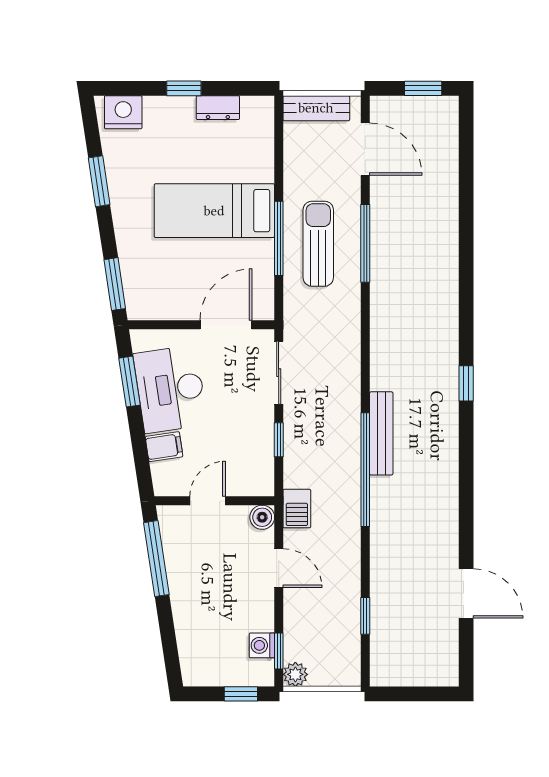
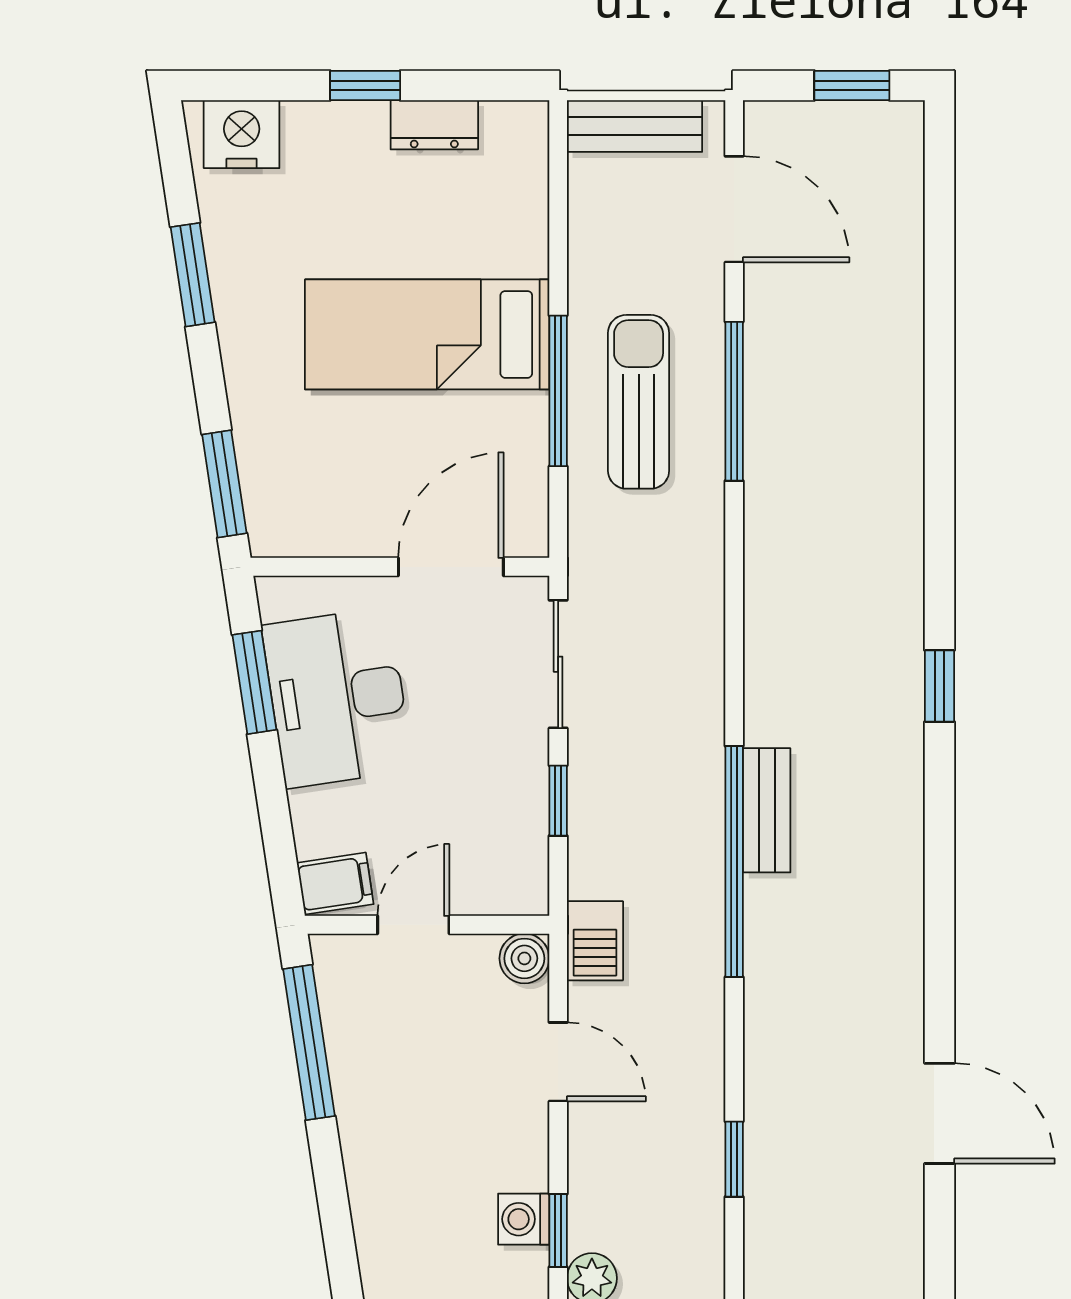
bench: (381, 433) -> (767, 810), width x0.73
filing cabinet: (164, 447) -> (335, 884), moved

